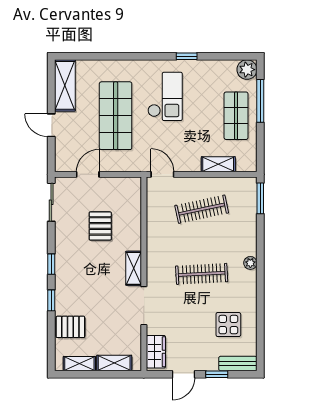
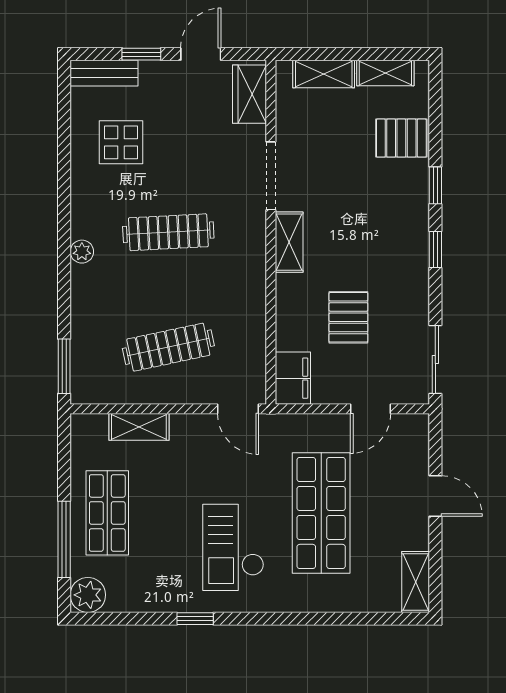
shelving: (65, 85) -> (416, 582), width x0.67, depth x0.75
filing cabinet: (131, 192) -> (293, 378), added

